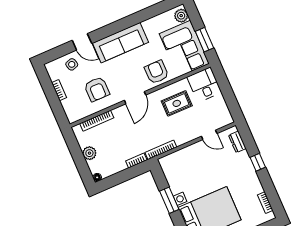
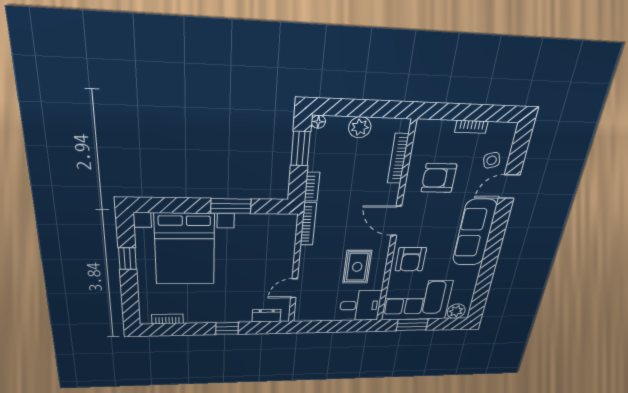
armchair: (157, 72) -> (411, 259), turned 90
window: (117, 179) -> (301, 148), added

